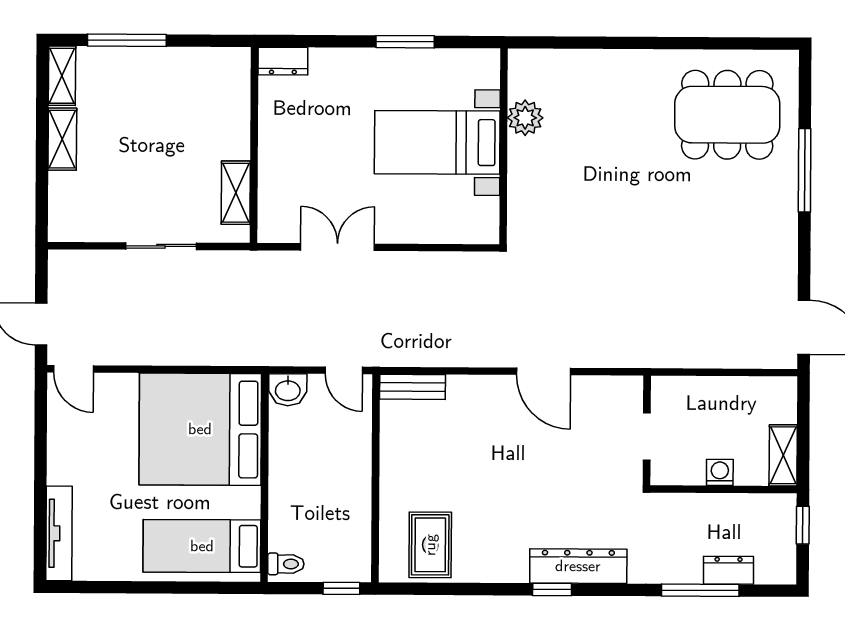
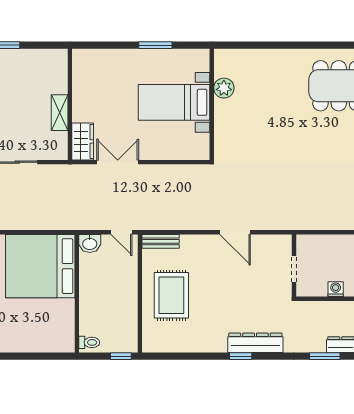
dresser: (283, 61) -> (86, 57), removed
shelving: (236, 193) -> (60, 113), moved
wardrobe: (276, 210) -> (83, 141), added
rug: (430, 545) -> (171, 295), moved, width x1.36, depth x1.43
bed: (202, 546) -> (41, 332), removed
window: (700, 590) -> (325, 356), width x0.69

